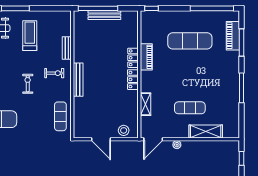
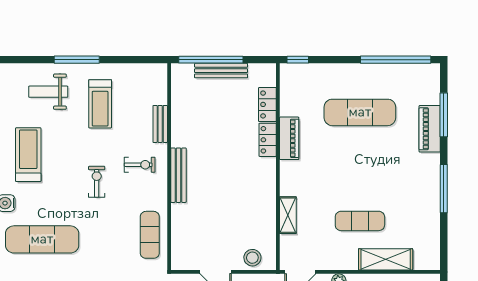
treadmill: (30, 36) -> (100, 104), turned 180
piano: (233, 36) -> (430, 129), moved
locker: (133, 80) -> (267, 104), moved

